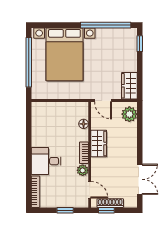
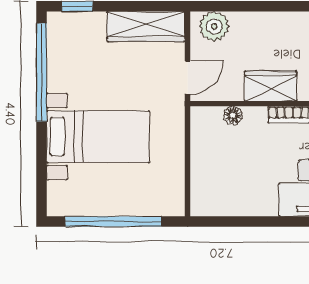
bed with nightstands: (64, 54) -> (98, 137), width x0.73
wardrobe: (129, 86) -> (146, 26), width x1.50

